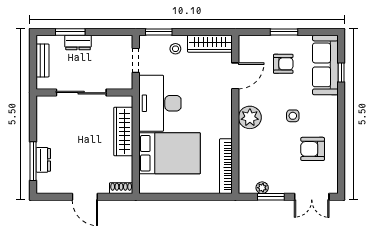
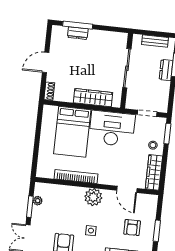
bookcase: (226, 166) -> (76, 176), moved

